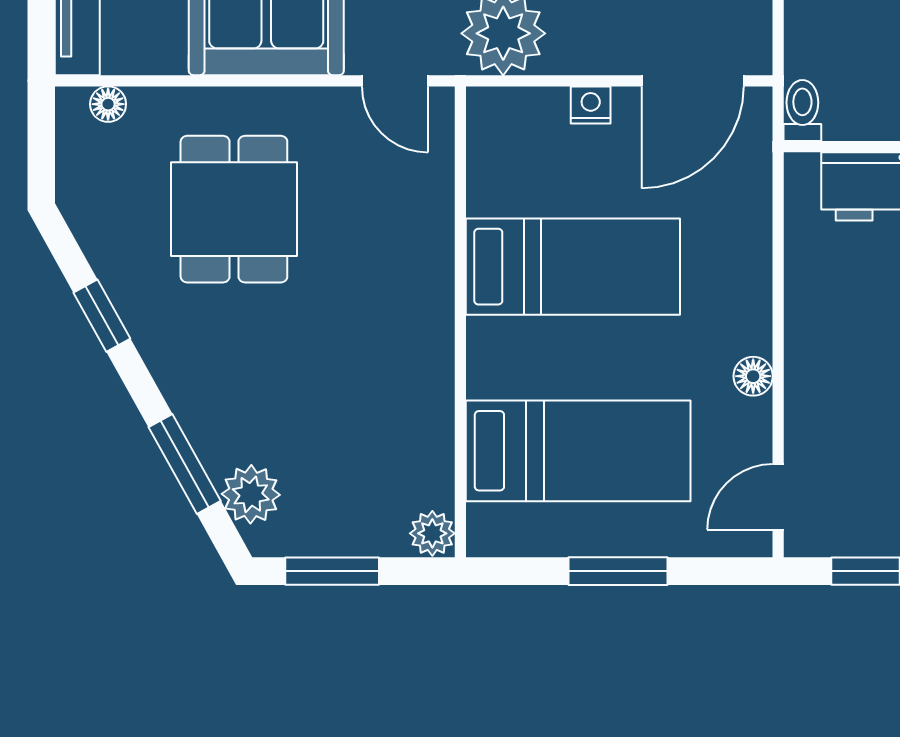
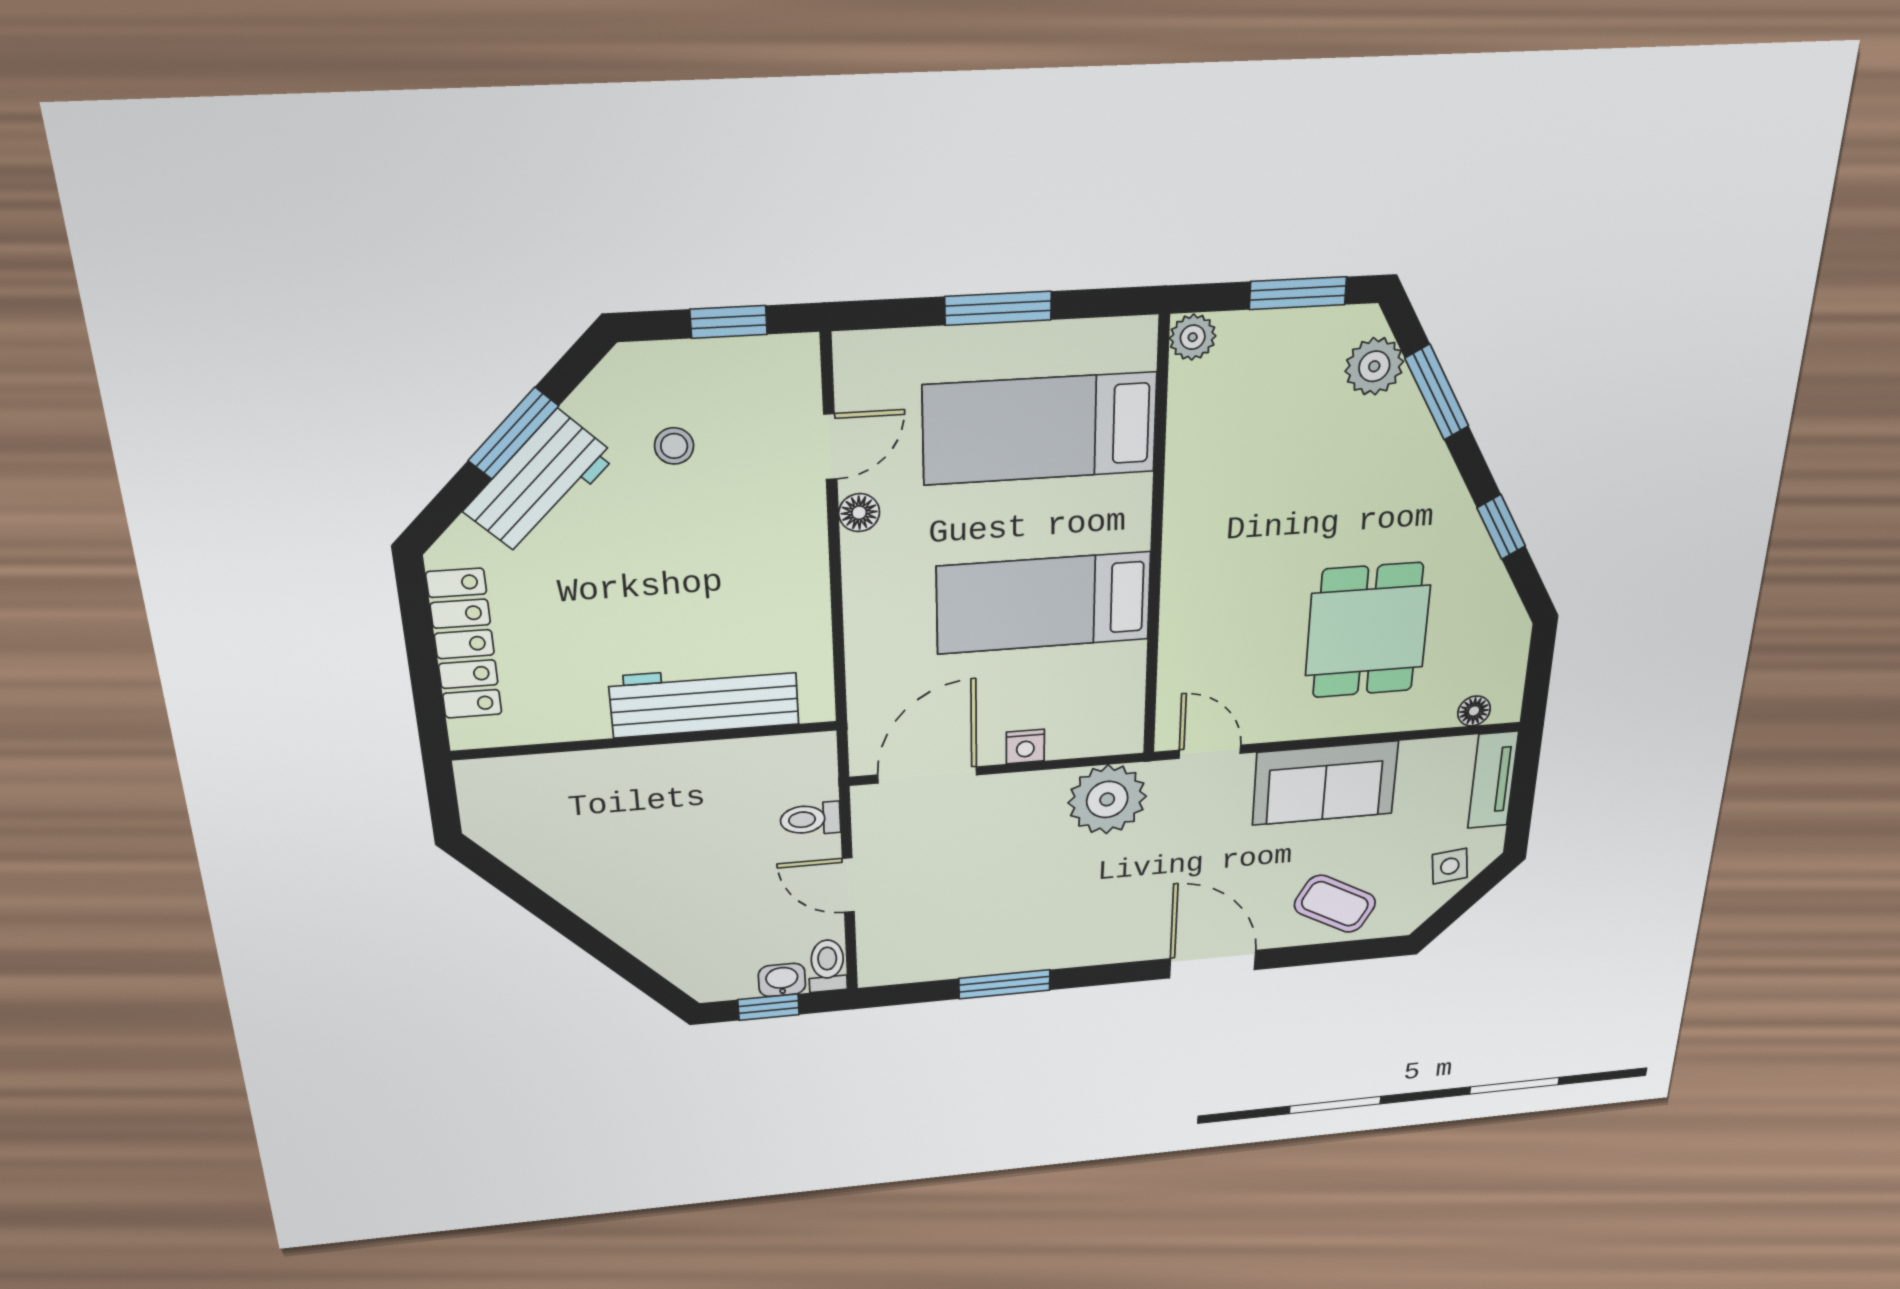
toilet: (802, 110) -> (810, 819), moved, turned 90
door: (778, 497) -> (830, 447), moved

